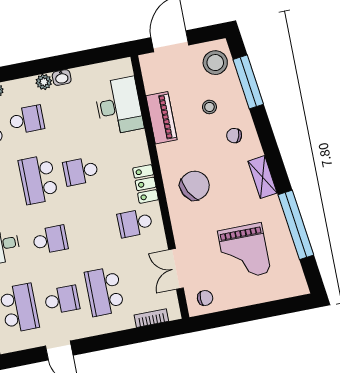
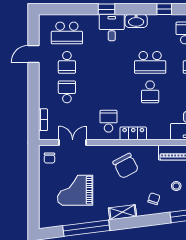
school desk: (81, 171) -> (150, 92), turned 180
school desk: (38, 180) -> (150, 62), turned 180
school desk: (50, 240) -> (109, 62), removed
school desk: (104, 291) -> (67, 92), width x0.54

